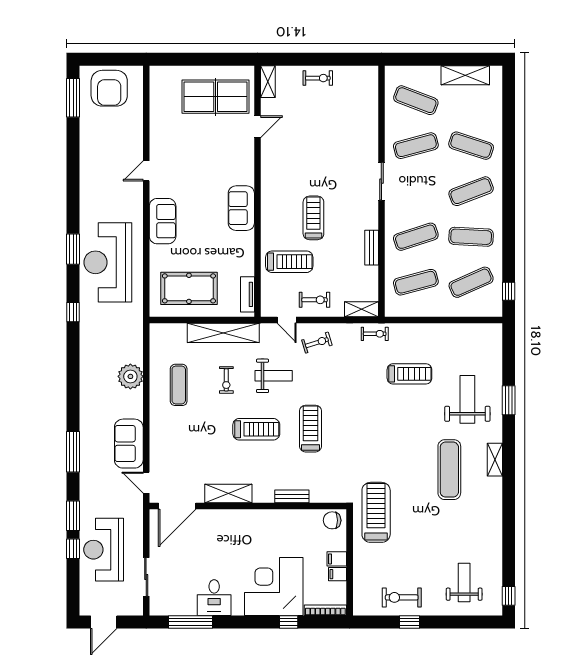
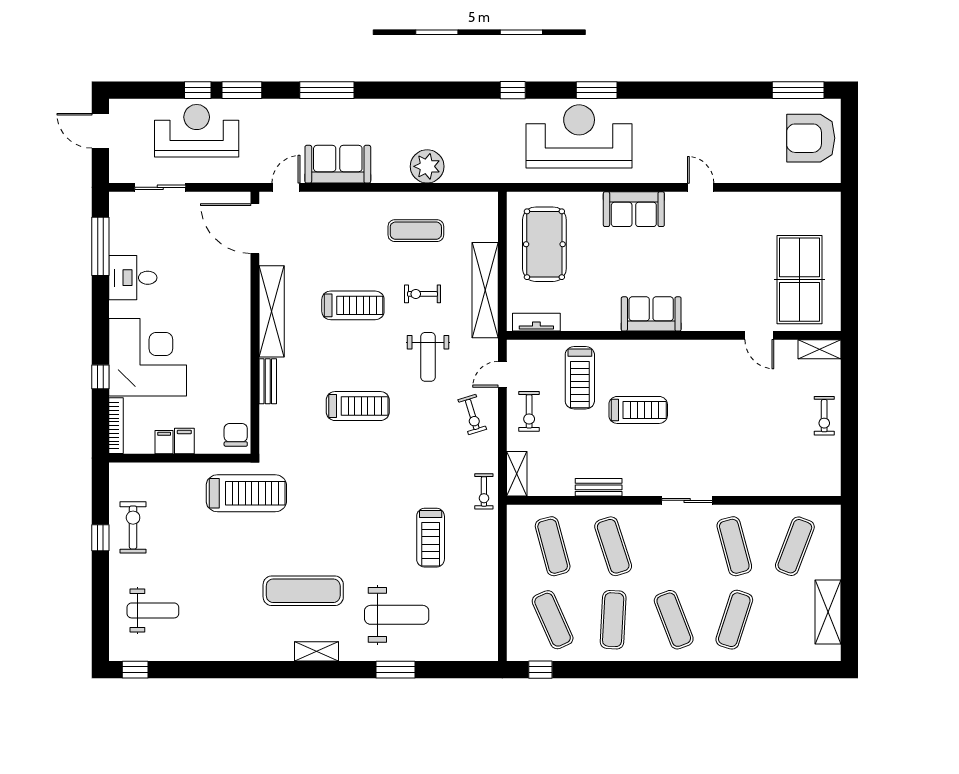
treadmill: (256, 429) -> (353, 305), moved, turned -90
shelving: (228, 493) -> (272, 311), width x1.47

